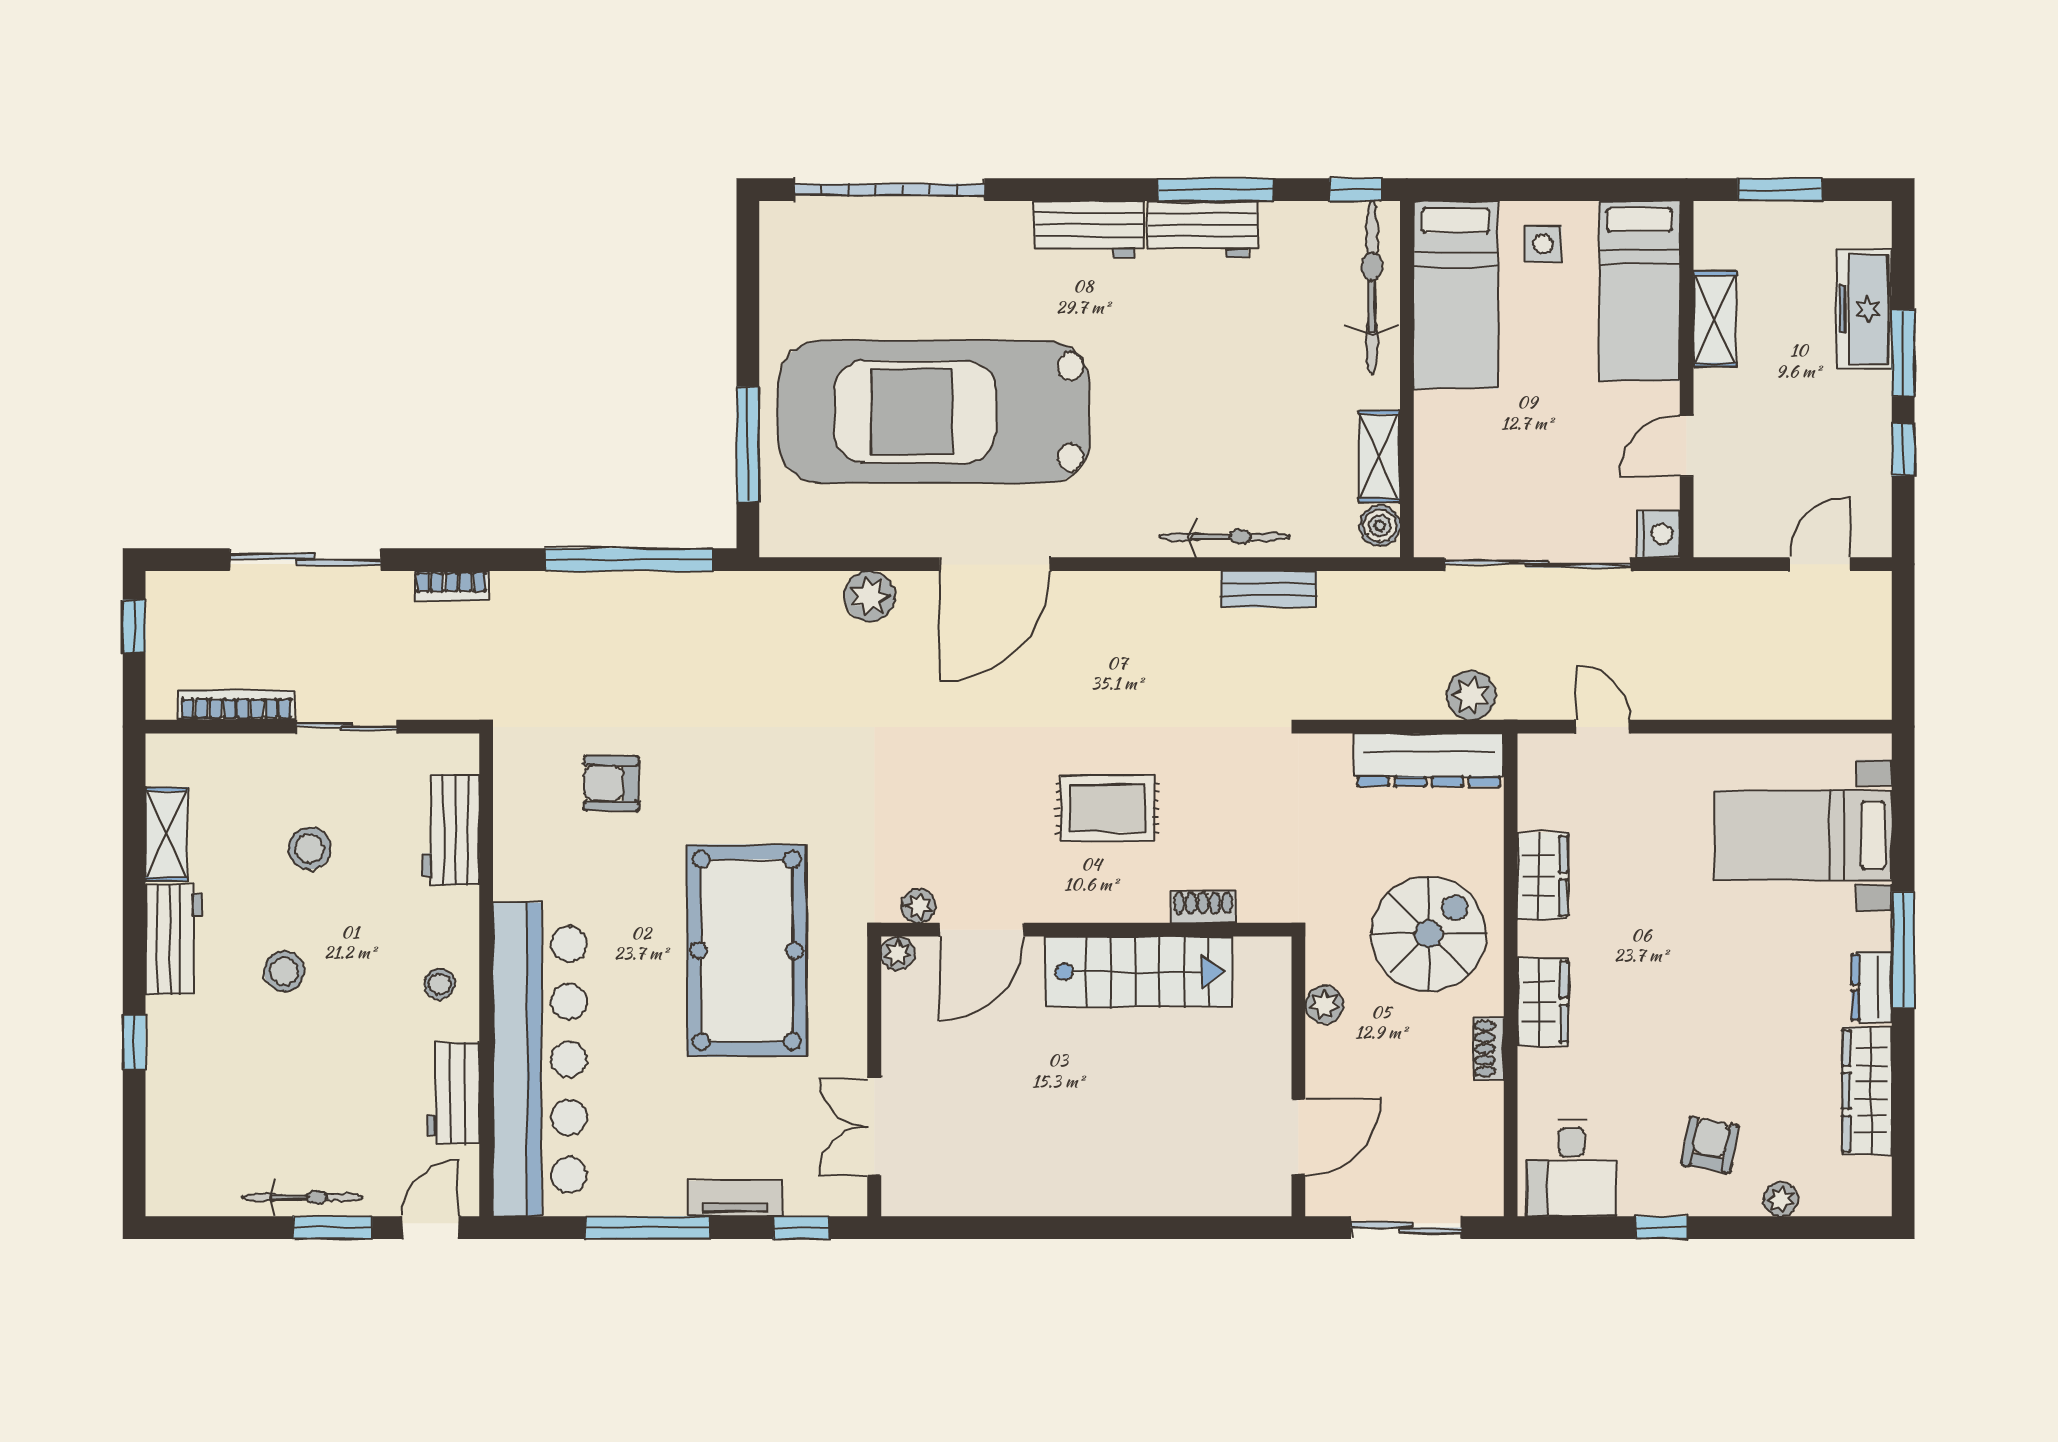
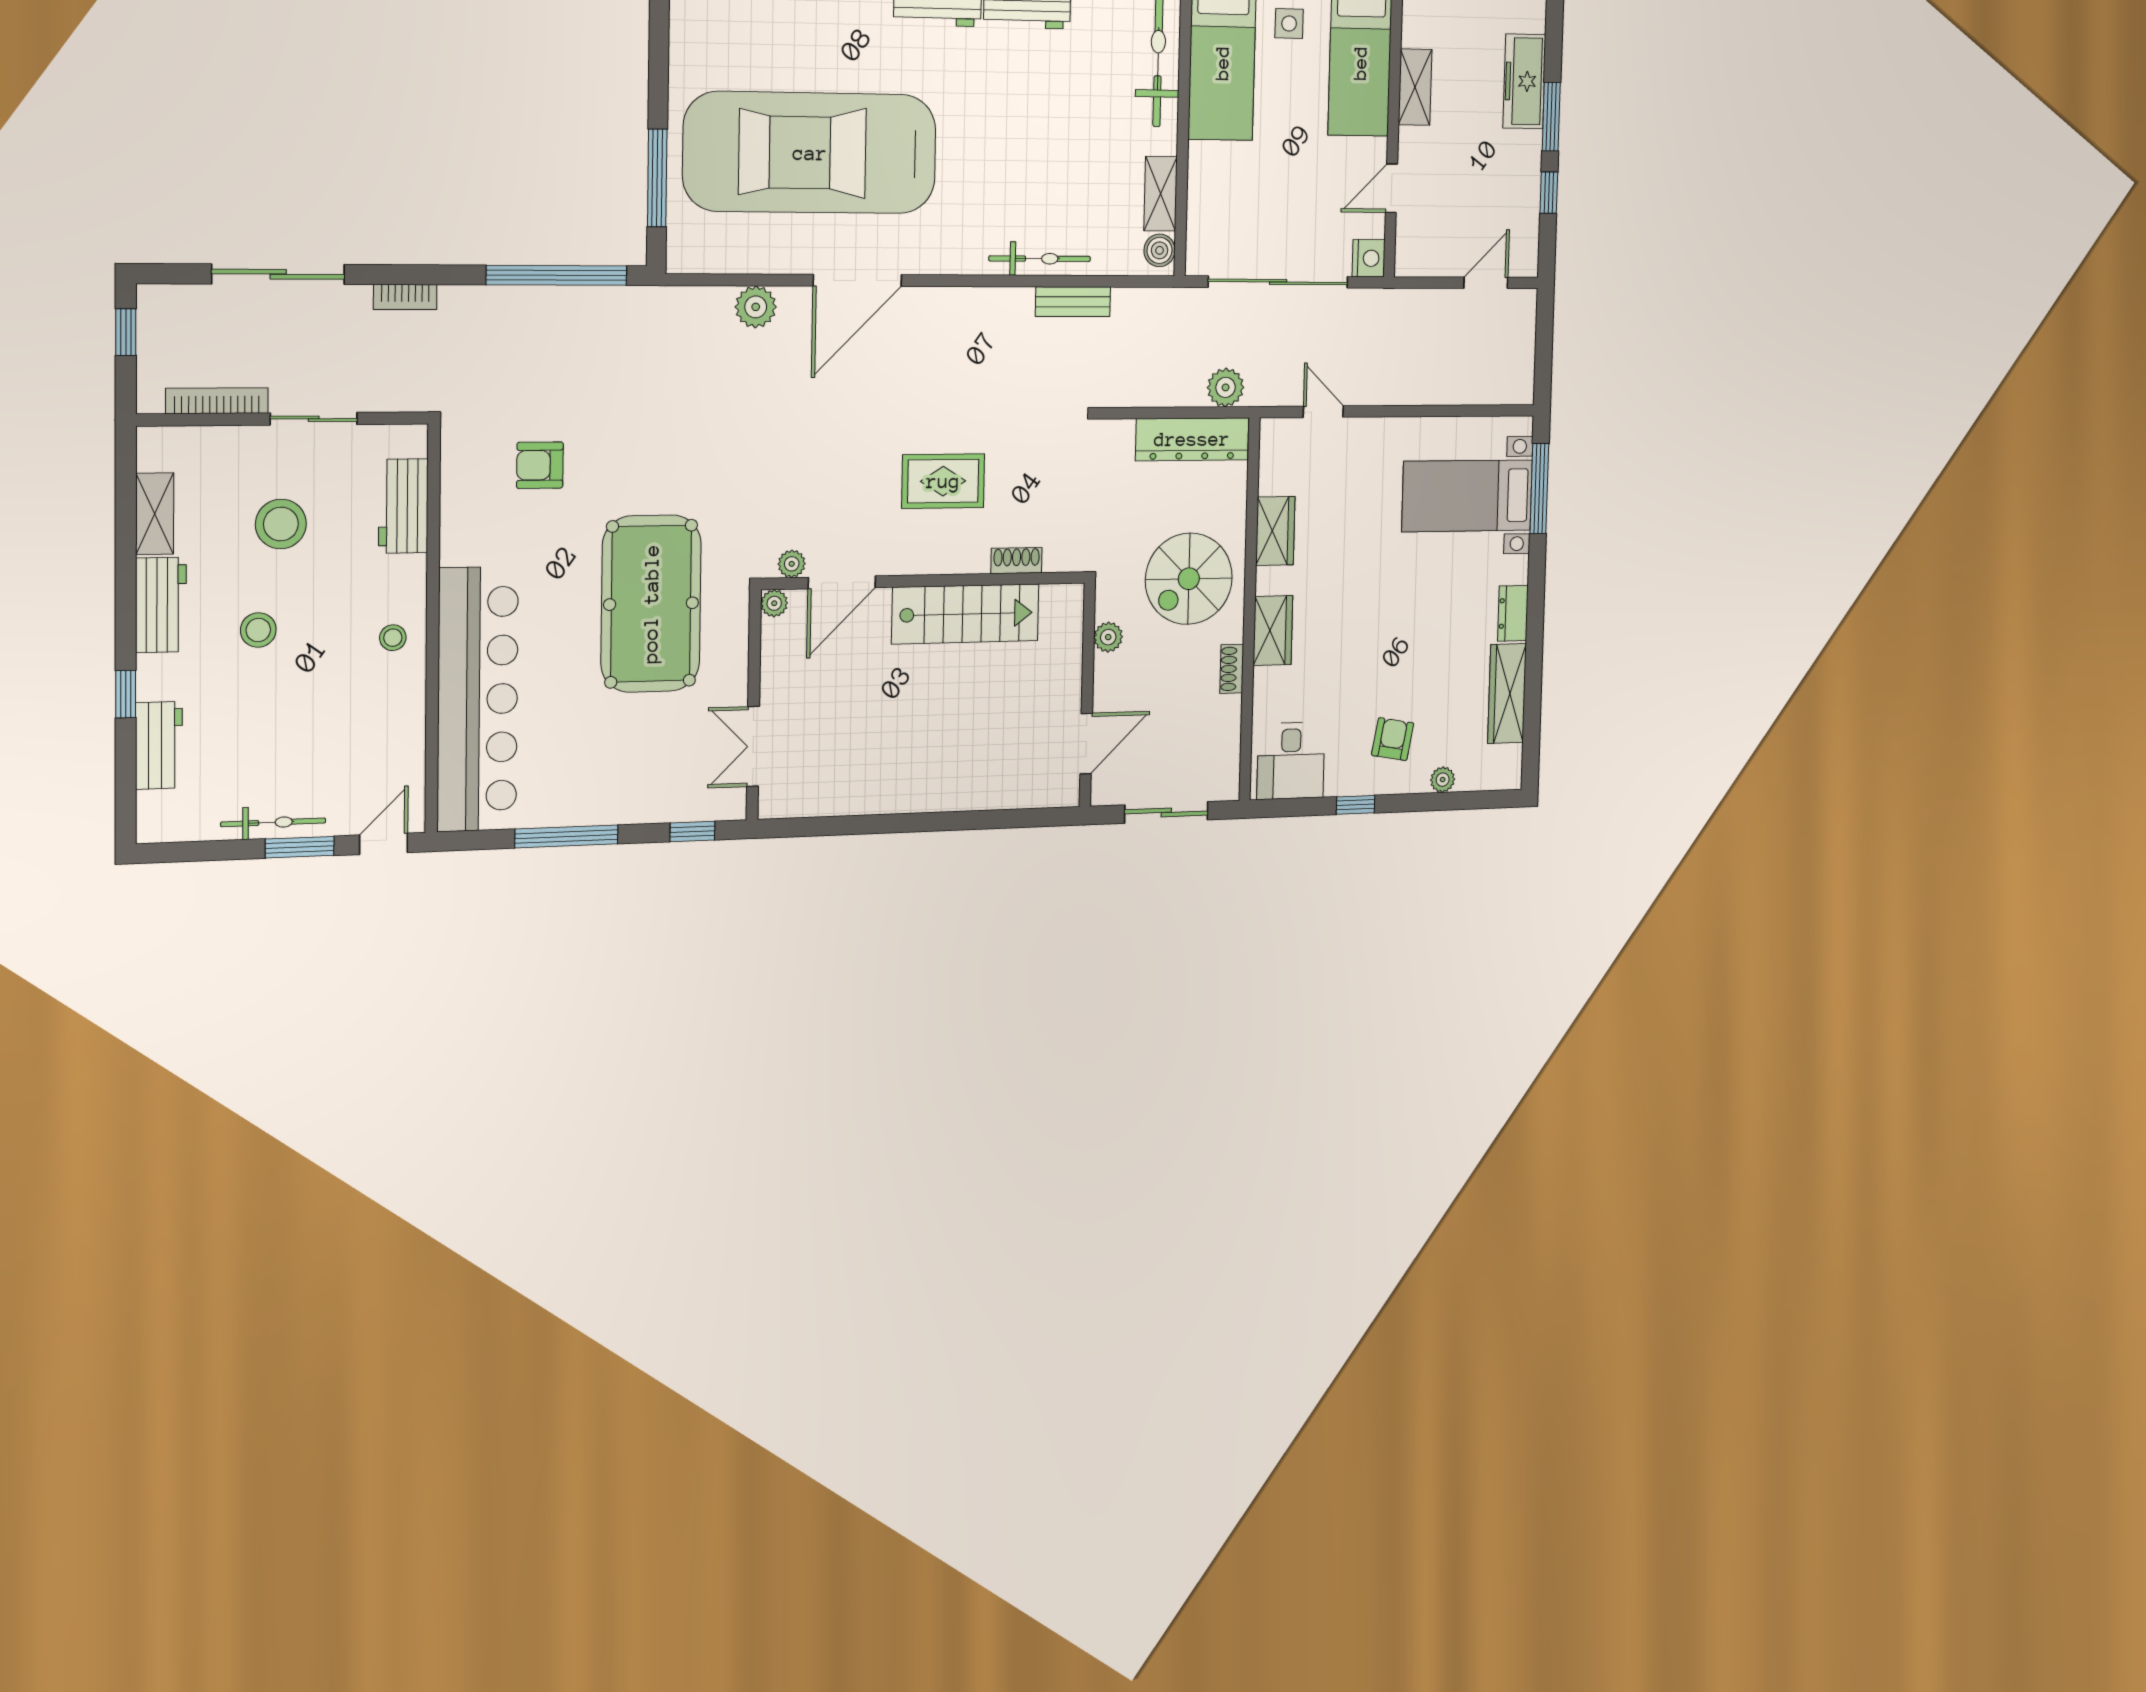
stool: (310, 848) -> (281, 524), width x1.38, depth x1.38
spiral stairs: (1429, 934) -> (1189, 579), turned 180
window: (1903, 950) -> (1539, 489), moved
workbench: (453, 1093) -> (159, 745), moved, turned 180
tv unit: (735, 1198) -> (639, 810), removed

